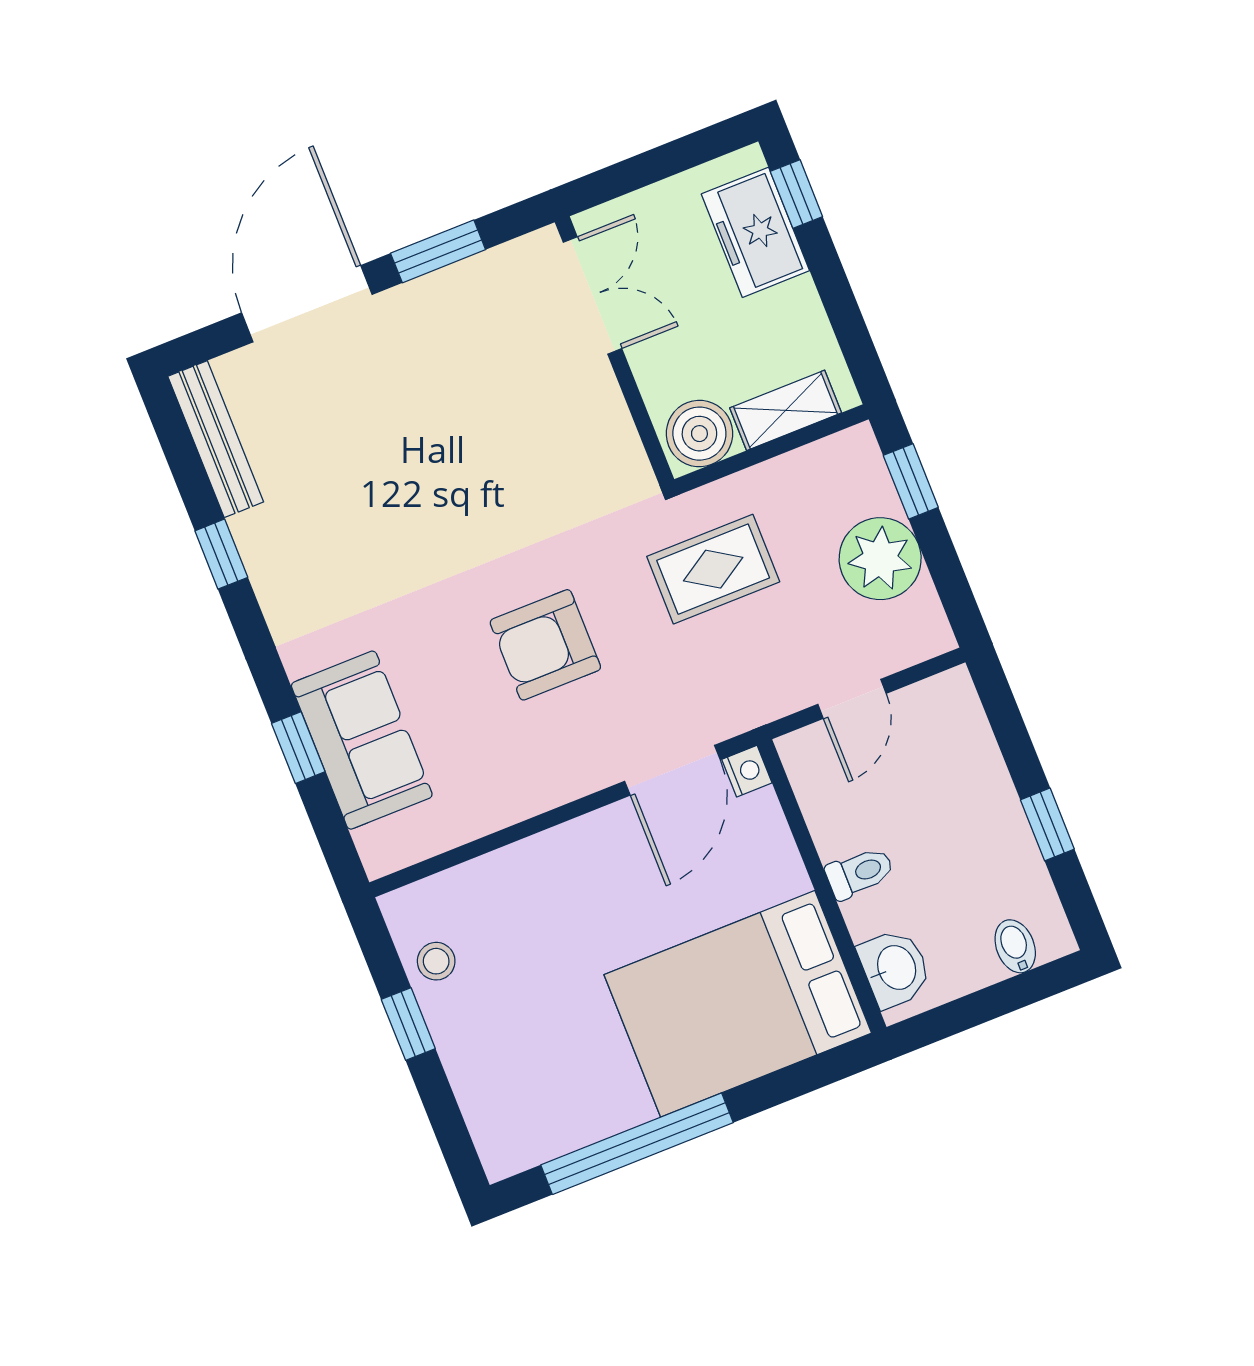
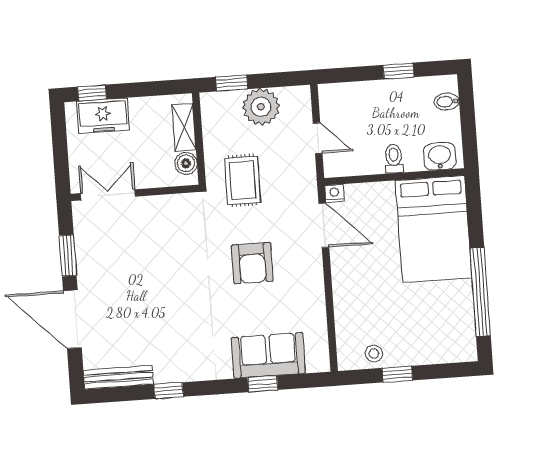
boiler: (699, 434) -> (186, 163), width x0.73, depth x0.73

